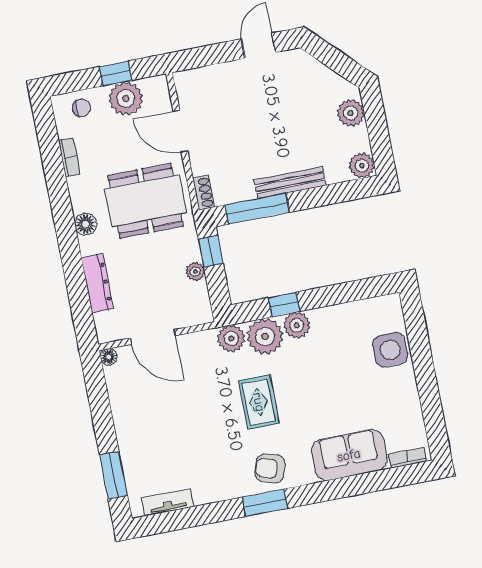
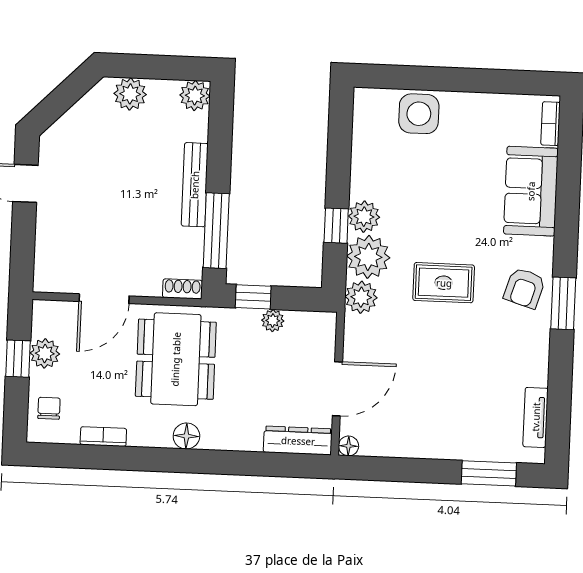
plant: (126, 98) -> (45, 353), width x0.73, depth x0.73
dresser: (97, 283) -> (298, 441), moved

